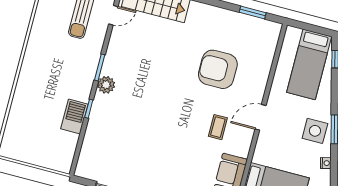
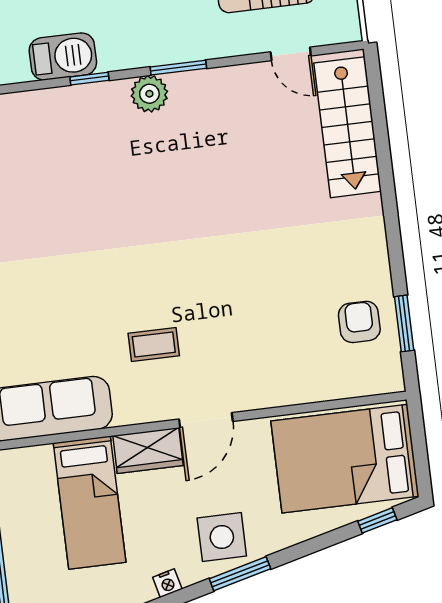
bed: (309, 64) -> (345, 459), width x1.50
armchair: (218, 69) -> (359, 322), moved, width x0.53, depth x0.53
door: (260, 117) -> (206, 420), swing flipped
wardrobe: (264, 148) -> (148, 451), added

